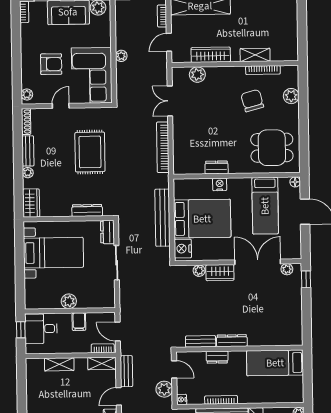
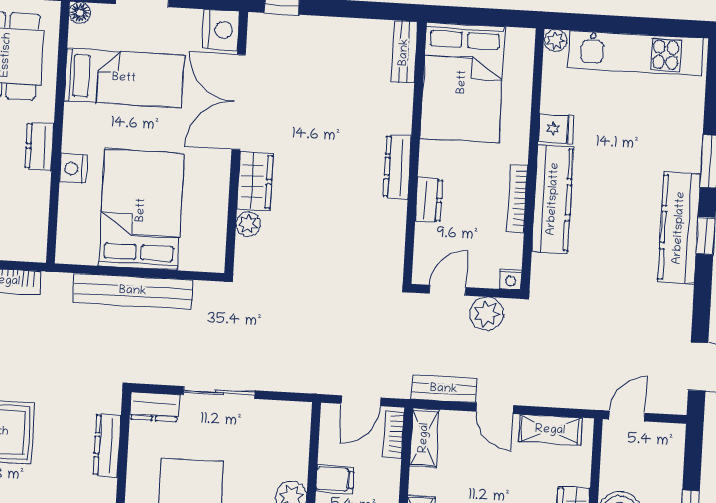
dresser: (217, 167) -> (39, 146), moved
nightstand: (183, 249) -> (221, 30), moved, turned -90
plant: (287, 269) -> (258, 43), removed
bench: (201, 341) -> (404, 52), moved
bed: (275, 363) -> (462, 82), width x1.50

